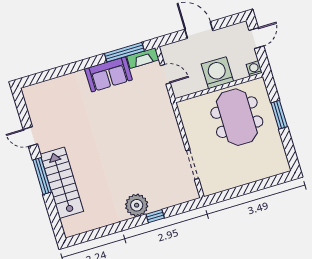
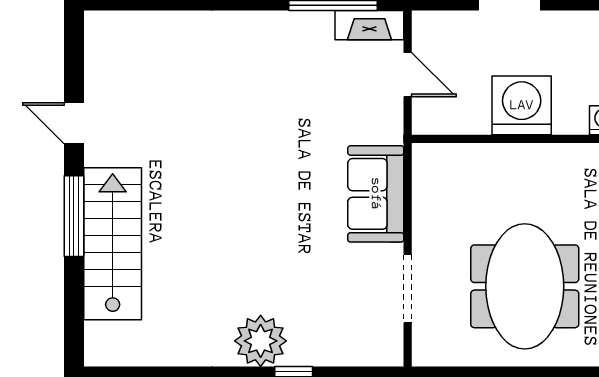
sofa: (109, 74) -> (376, 194), moved, turned 90
meeting table: (237, 117) -> (525, 286), moved

